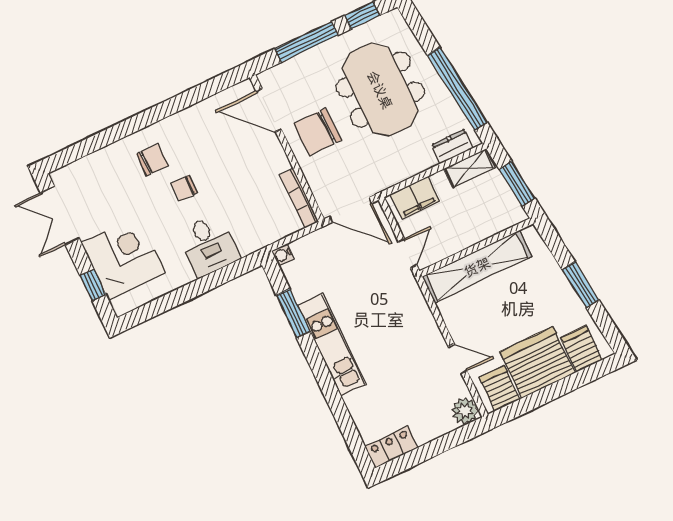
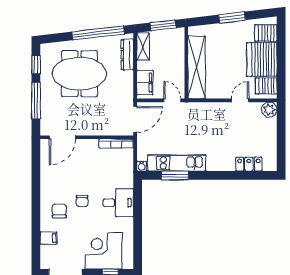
chair: (318, 132) -> (86, 117), removed
dresser: (453, 146) -> (127, 55), width x1.44
filing cabinet: (102, 163) -> (48, 238), added
kitchen unit: (332, 345) -> (177, 163), moved
locker: (391, 447) -> (249, 164), moved, turned 90

